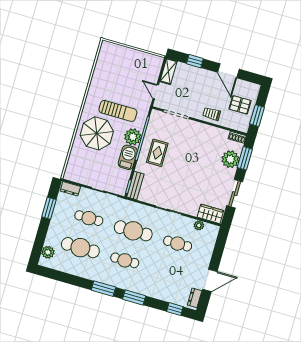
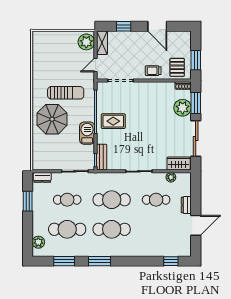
door: (156, 92) -> (96, 65), hinge flipped
pallet: (240, 105) -> (177, 67), moved, turned 90
plant: (133, 137) -> (86, 42), moved
rug: (157, 153) -> (113, 121), turned 90
sliding door: (235, 194) -> (196, 138), width x1.37
cafe table: (125, 260) -> (112, 229), width x1.37, depth x1.35
window: (134, 297) -> (64, 261), moved
dresser: (195, 298) -> (186, 205), moved

